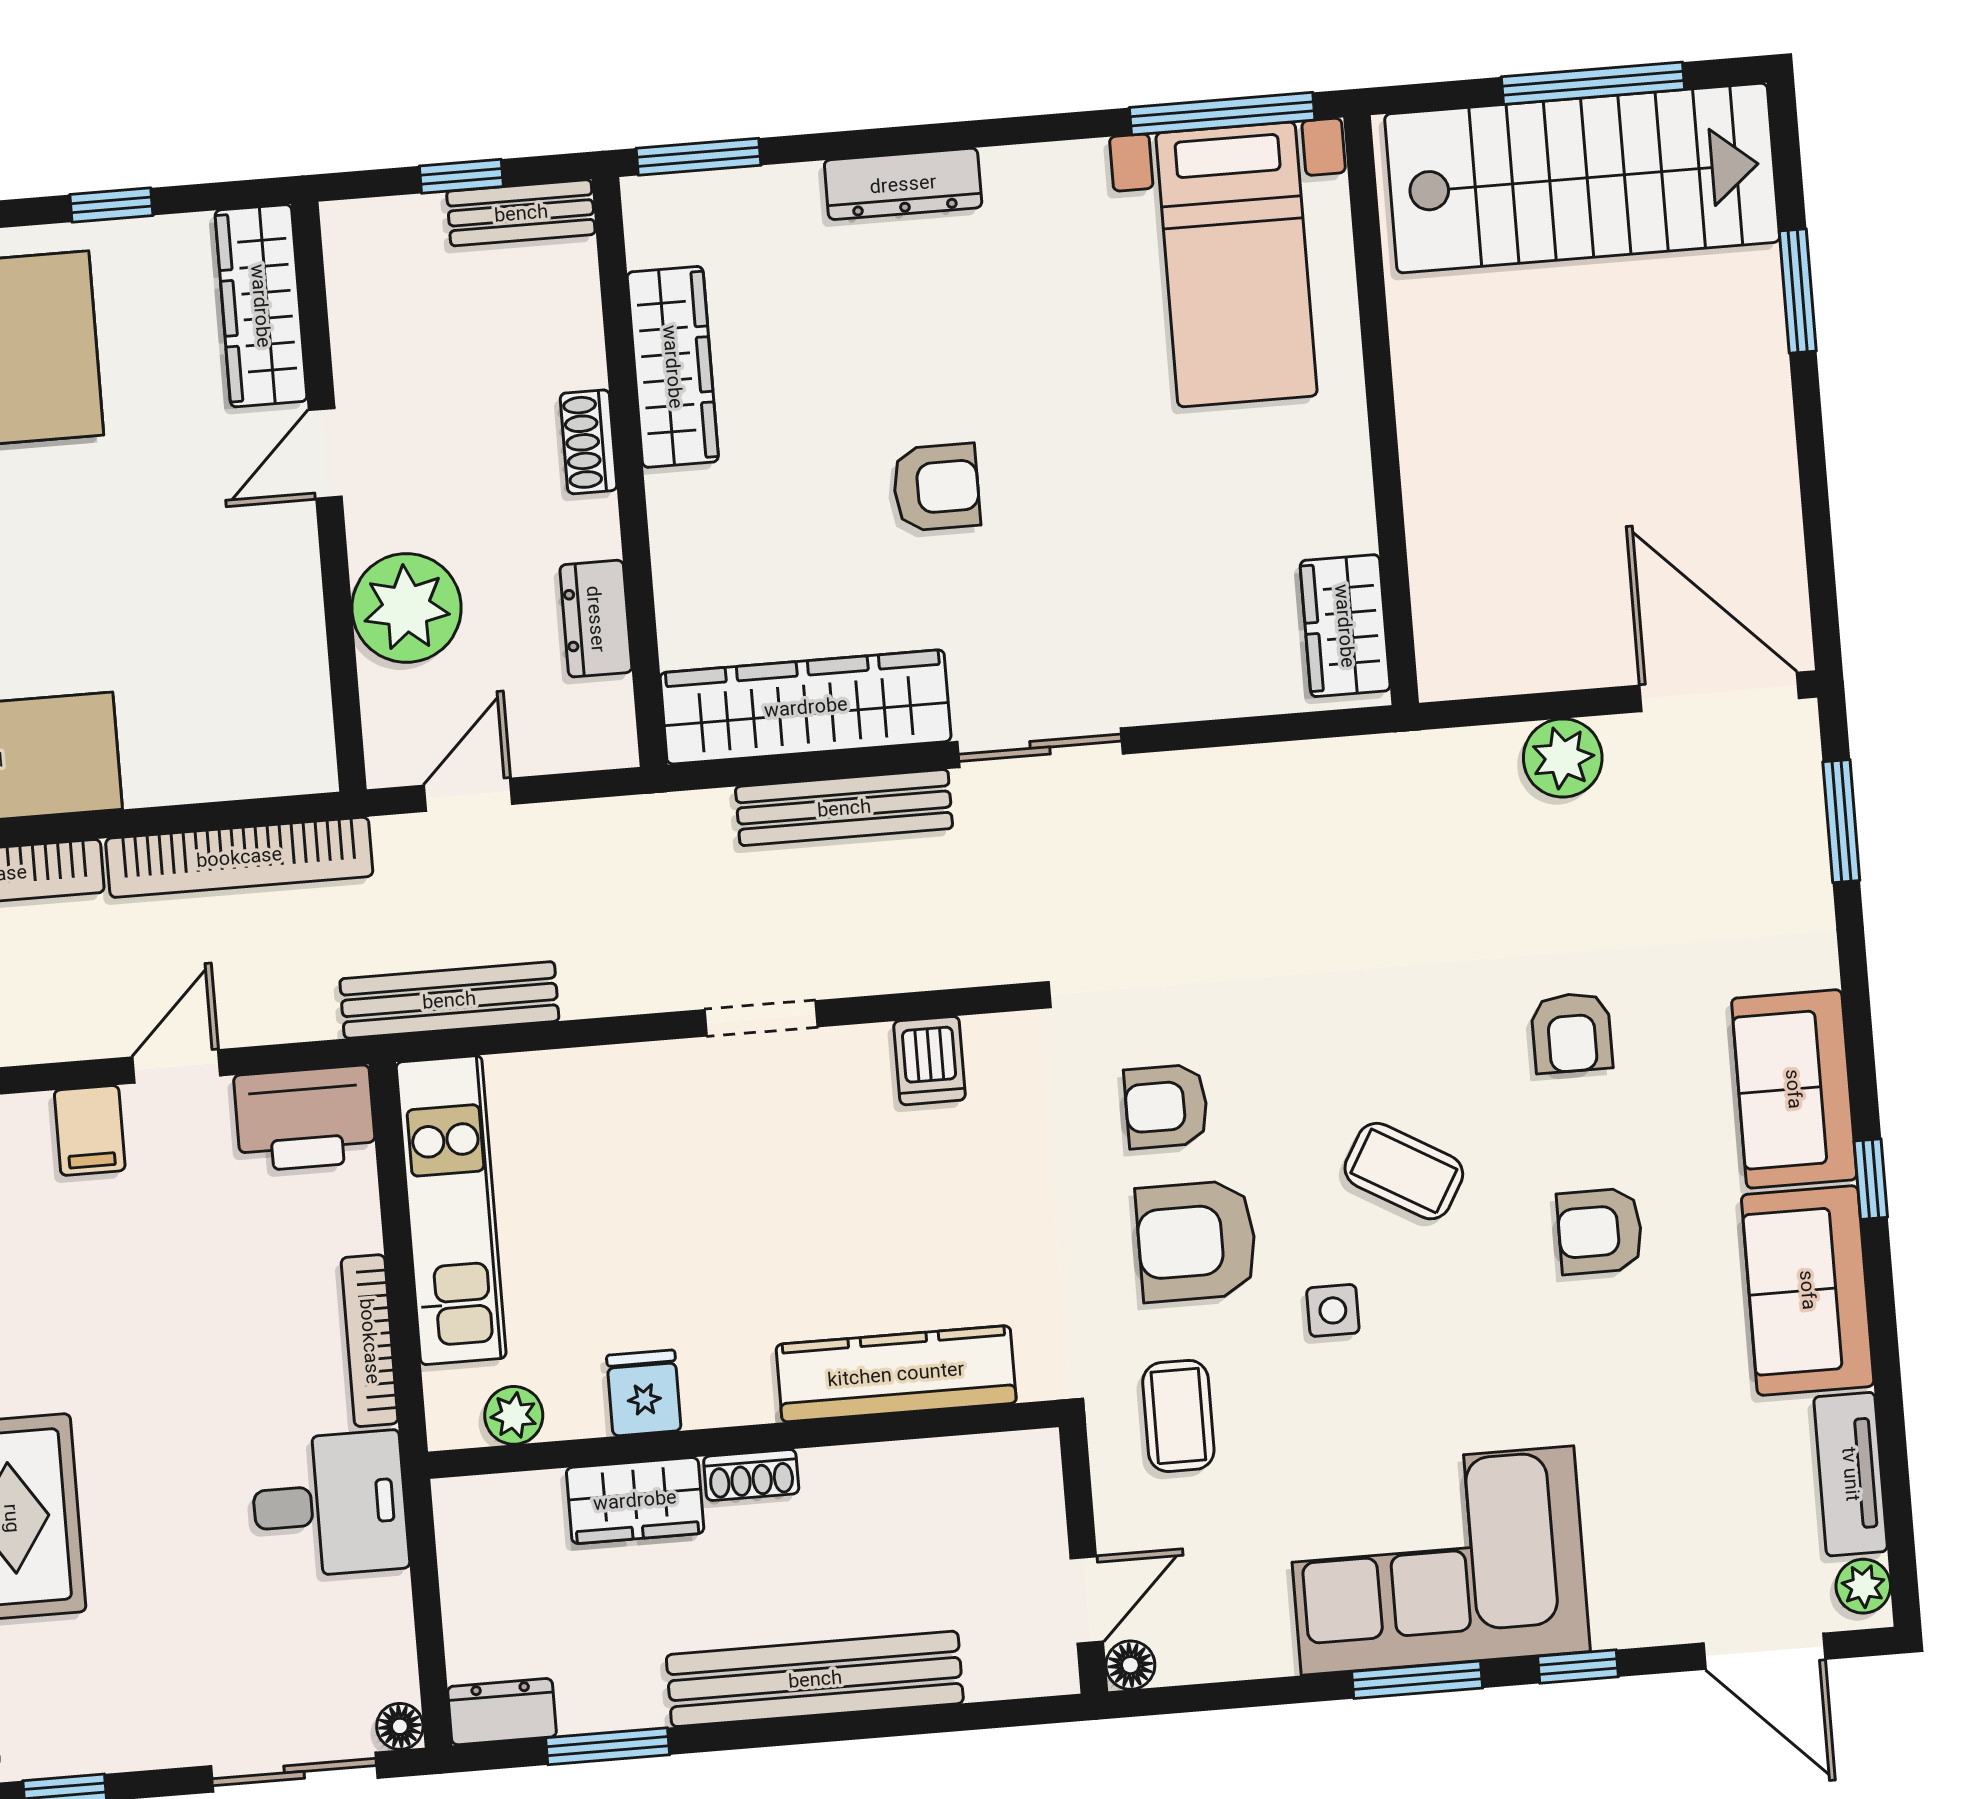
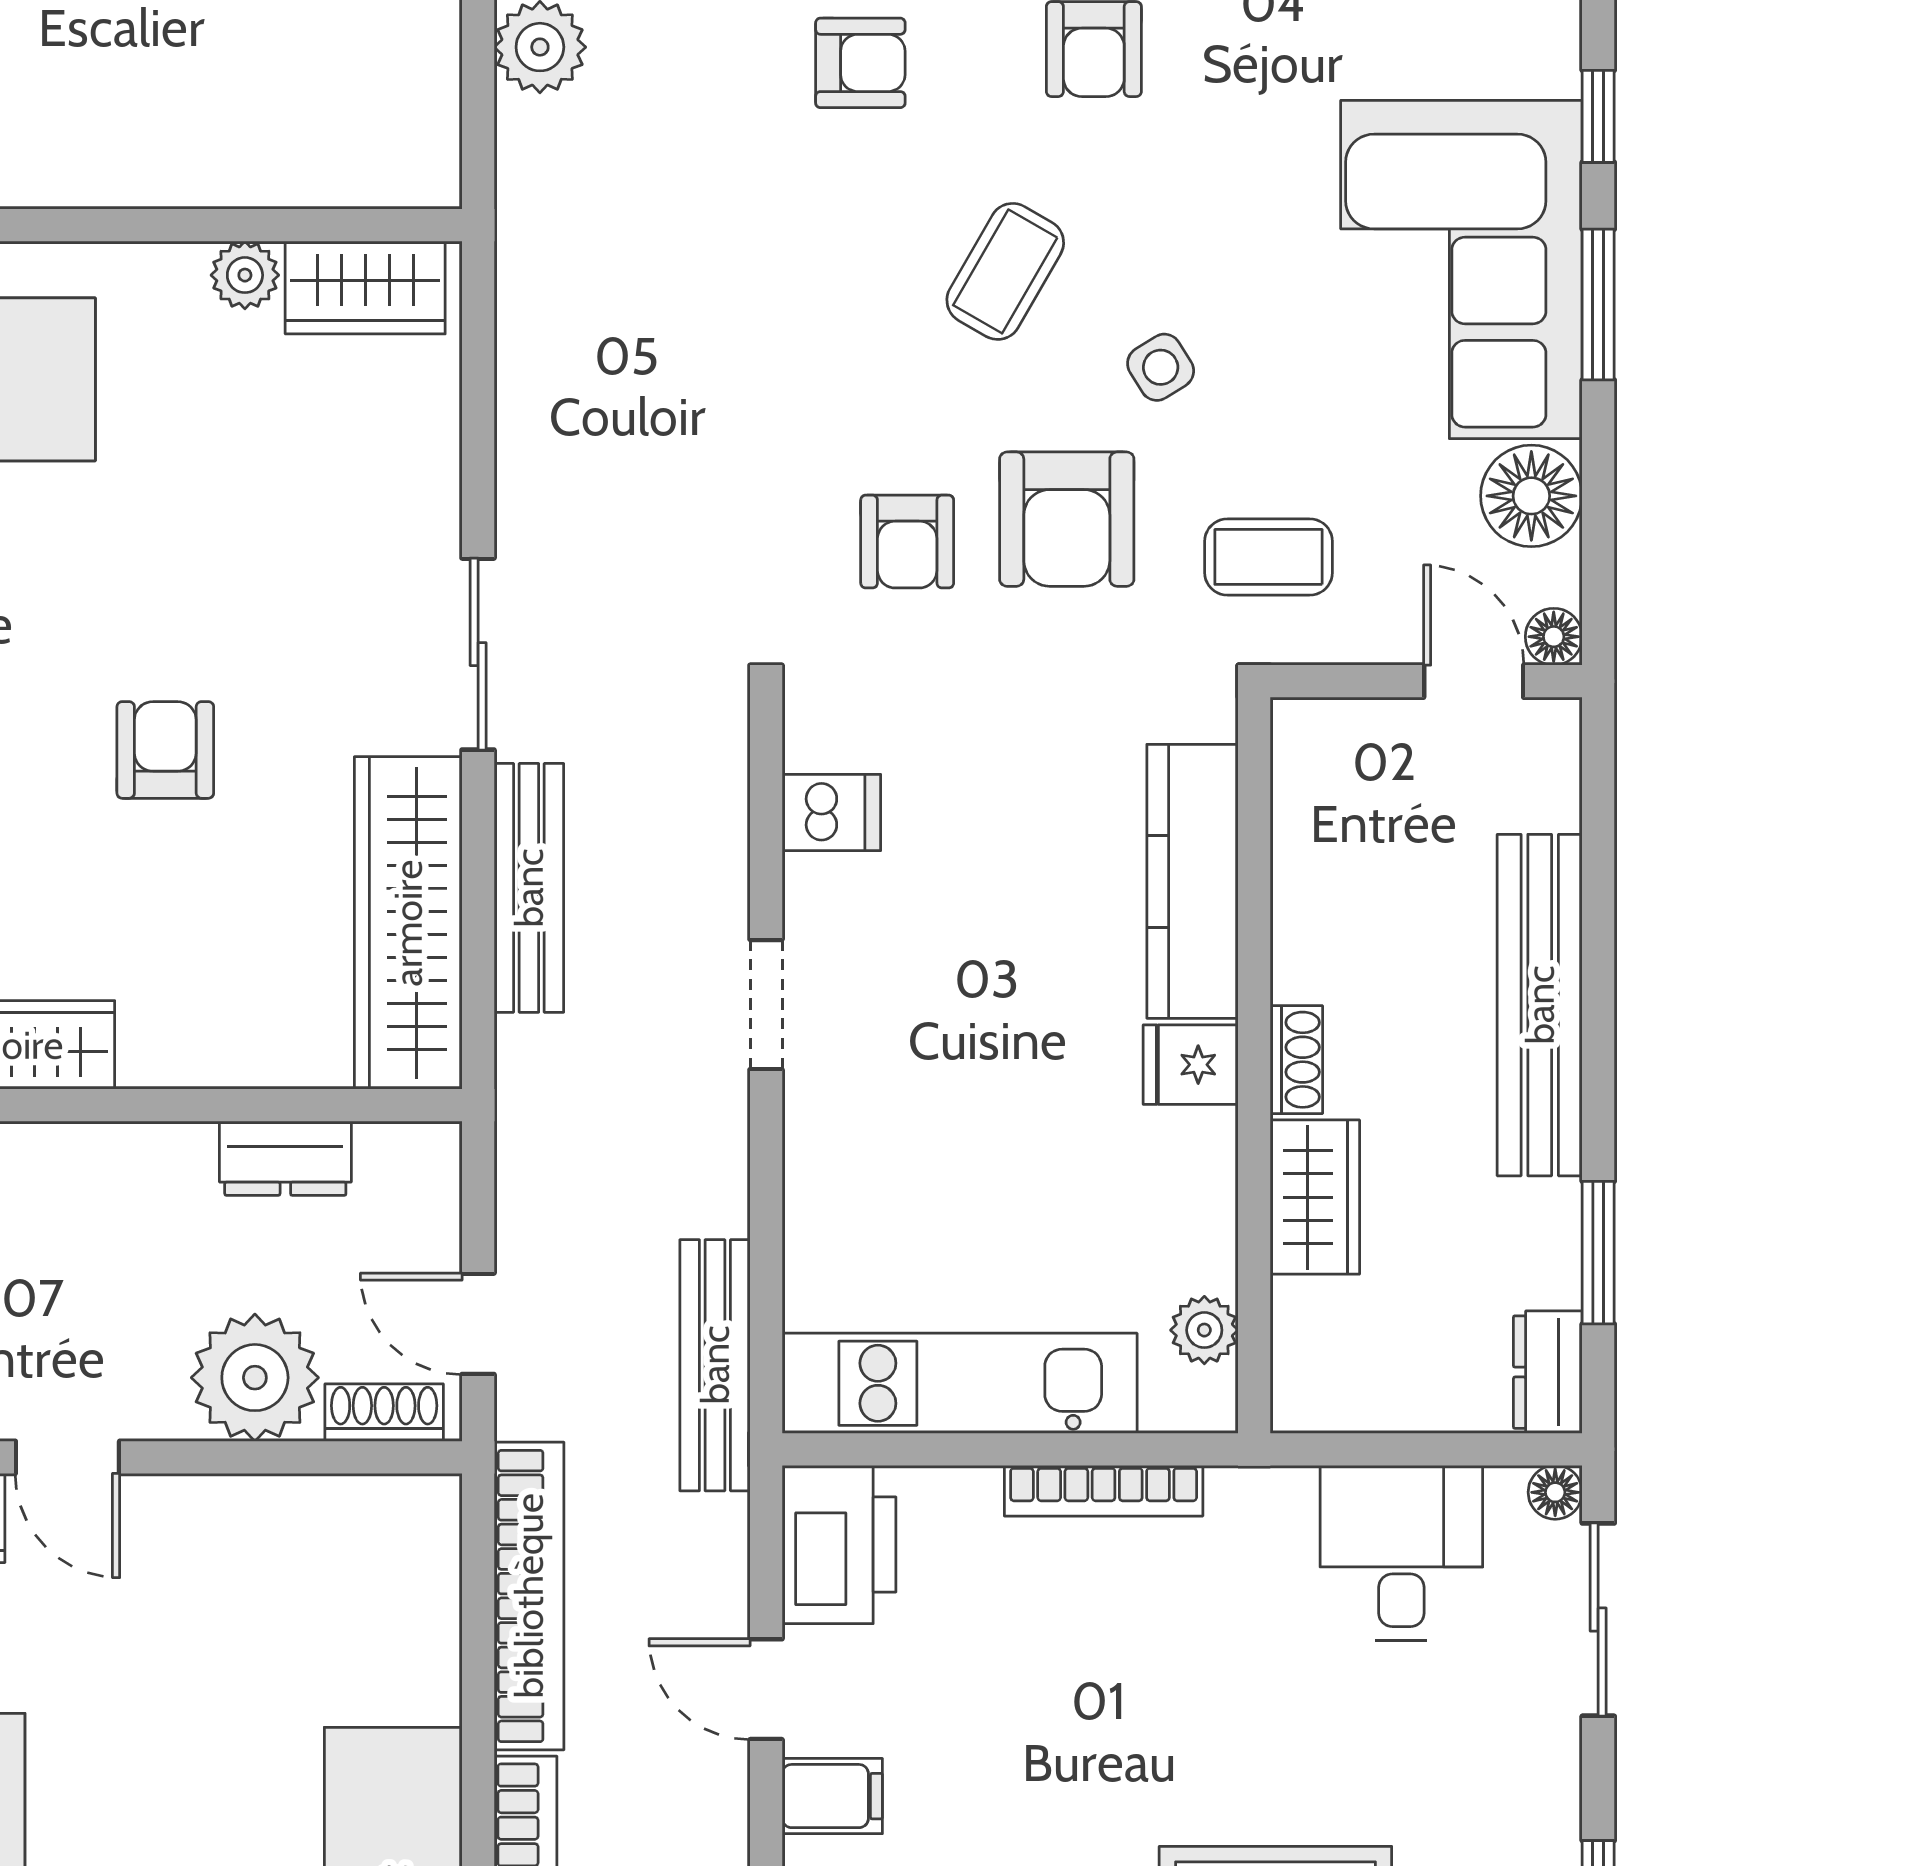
shoe rack: (589, 442) -> (384, 1413), moved, turned 180
plant: (1347, 522) -> (245, 275), added
side table: (1333, 1310) -> (1161, 367), turned -32
fridge: (644, 1393) -> (1191, 1065), moved
desk: (329, 1505) -> (1401, 1553), moved
floor lamp: (1249, 1636) -> (1531, 496), added

